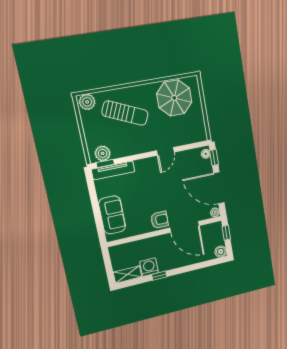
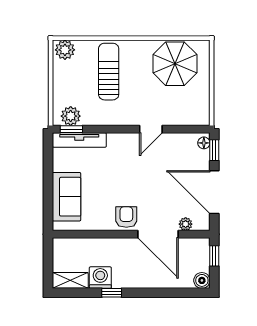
sun lounger: (125, 113) -> (109, 72), turned -114
plant: (215, 212) -> (186, 224), moved
armchair: (160, 220) -> (126, 217), turned -90

